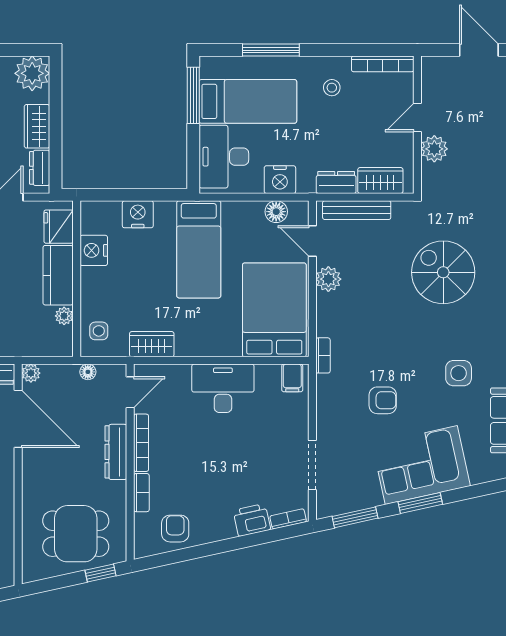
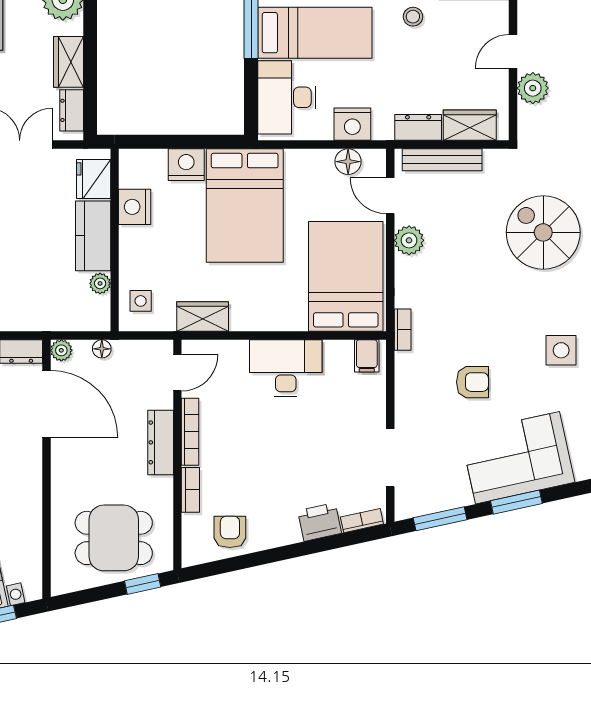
bed: (199, 249) -> (245, 206), width x1.50
floor lamp: (88, 372) -> (102, 349), moved

